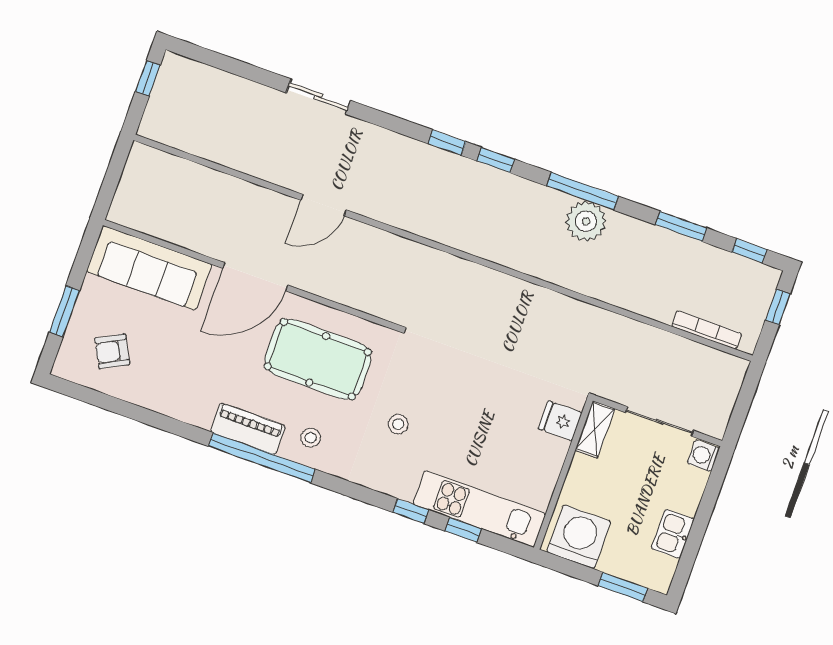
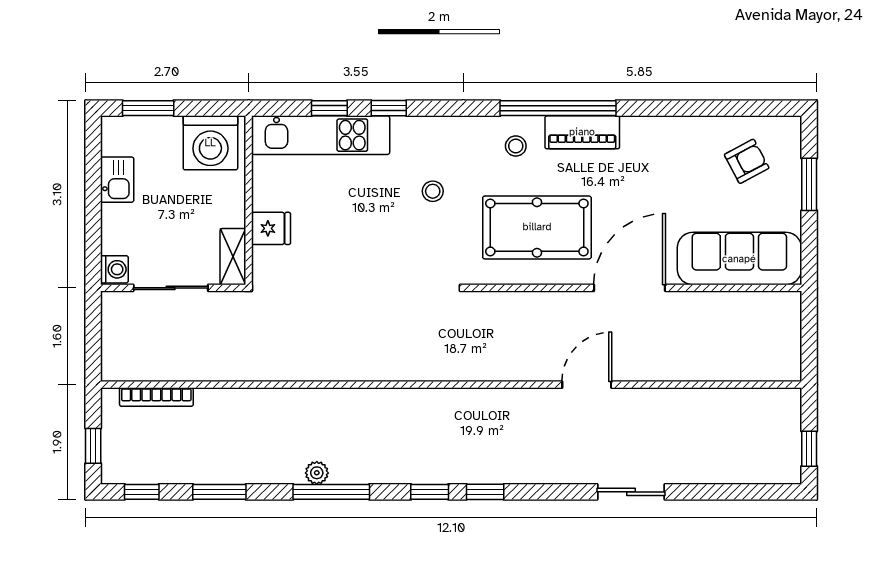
plant: (586, 221) -> (317, 473), width x0.53, depth x0.53
fridge: (560, 421) -> (271, 228), moved

